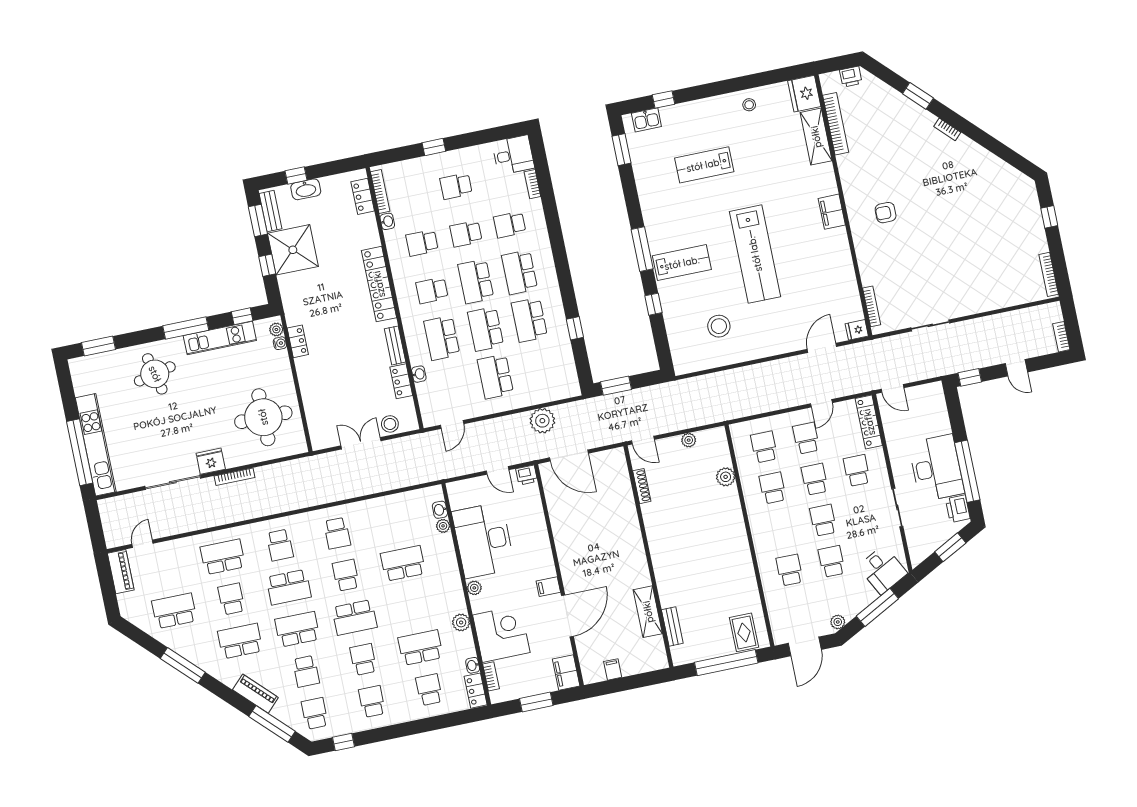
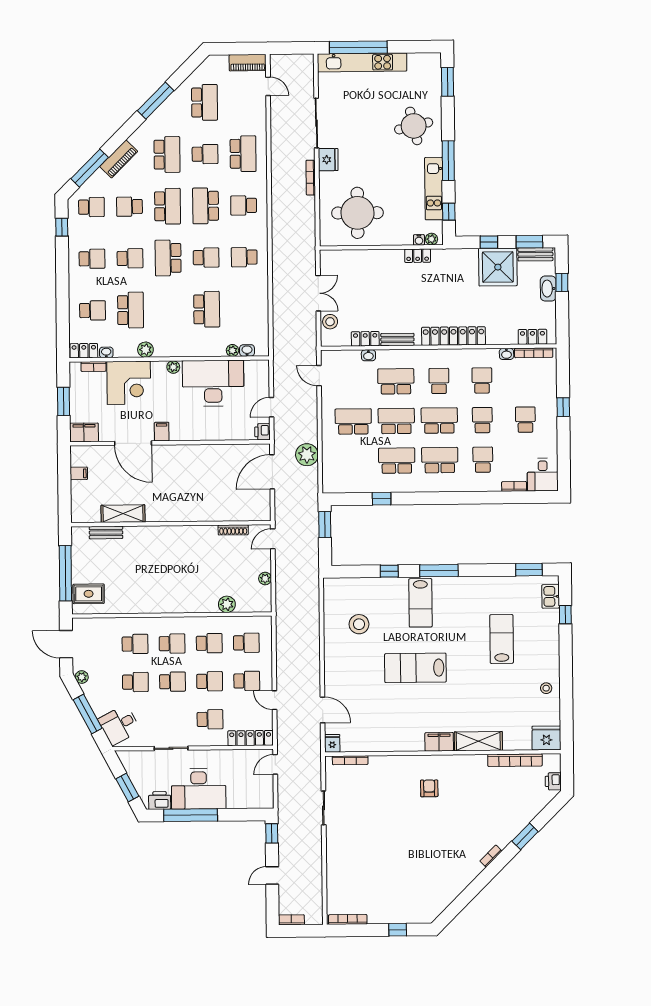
shelving: (816, 137) -> (478, 741), moved
lab bench: (755, 254) -> (415, 668), width x0.73
school desk: (781, 529) -> (172, 644), added

